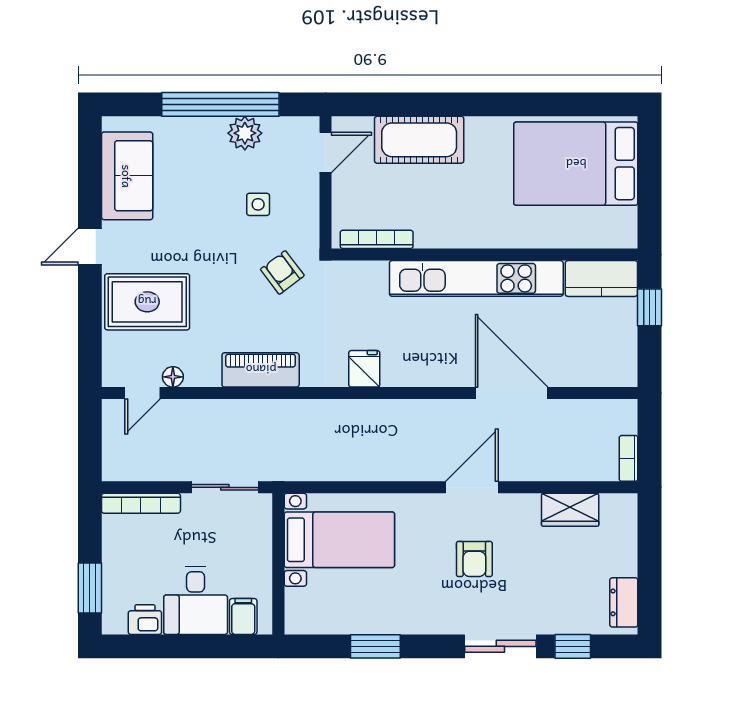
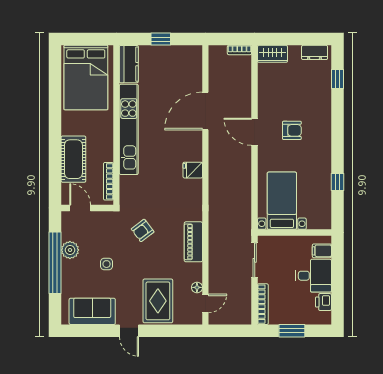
side table: (258, 204) -> (107, 264), moved
bookcase: (377, 239) -> (108, 181), moved
wall: (485, 255) -> (116, 125), moved
kitchen unit: (476, 278) -> (129, 129), moved
kitchen counter: (601, 279) -> (129, 64), moved
fridge: (364, 369) -> (193, 170), moved
door: (142, 393) -> (205, 303), hinge flipped
wardrobe: (570, 510) -> (273, 54), moved, turned 90
window: (90, 588) -> (292, 331), moved
window: (375, 646) -> (337, 182), width x0.67
sliding door: (500, 646) -> (337, 117), removed

